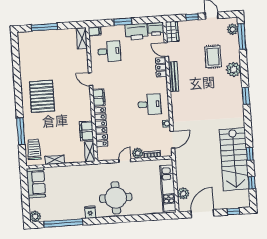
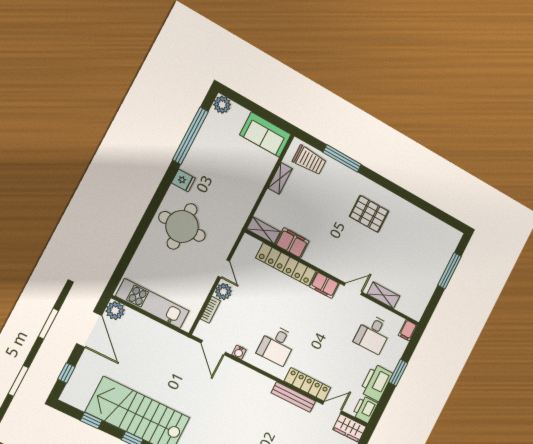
shelving: (82, 38) -> (383, 295), moved
locker: (161, 67) -> (307, 384), width x1.53
pallet: (42, 96) -> (369, 214), width x0.73, depth x0.71
plant: (183, 193) -> (115, 311), moved

